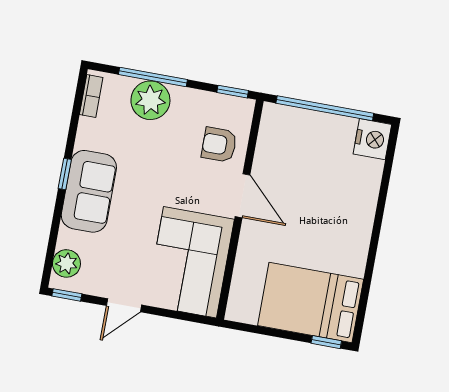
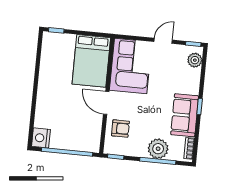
sofa: (89, 191) -> (185, 115), moved
bed: (311, 302) -> (91, 61), moved, turned 90

